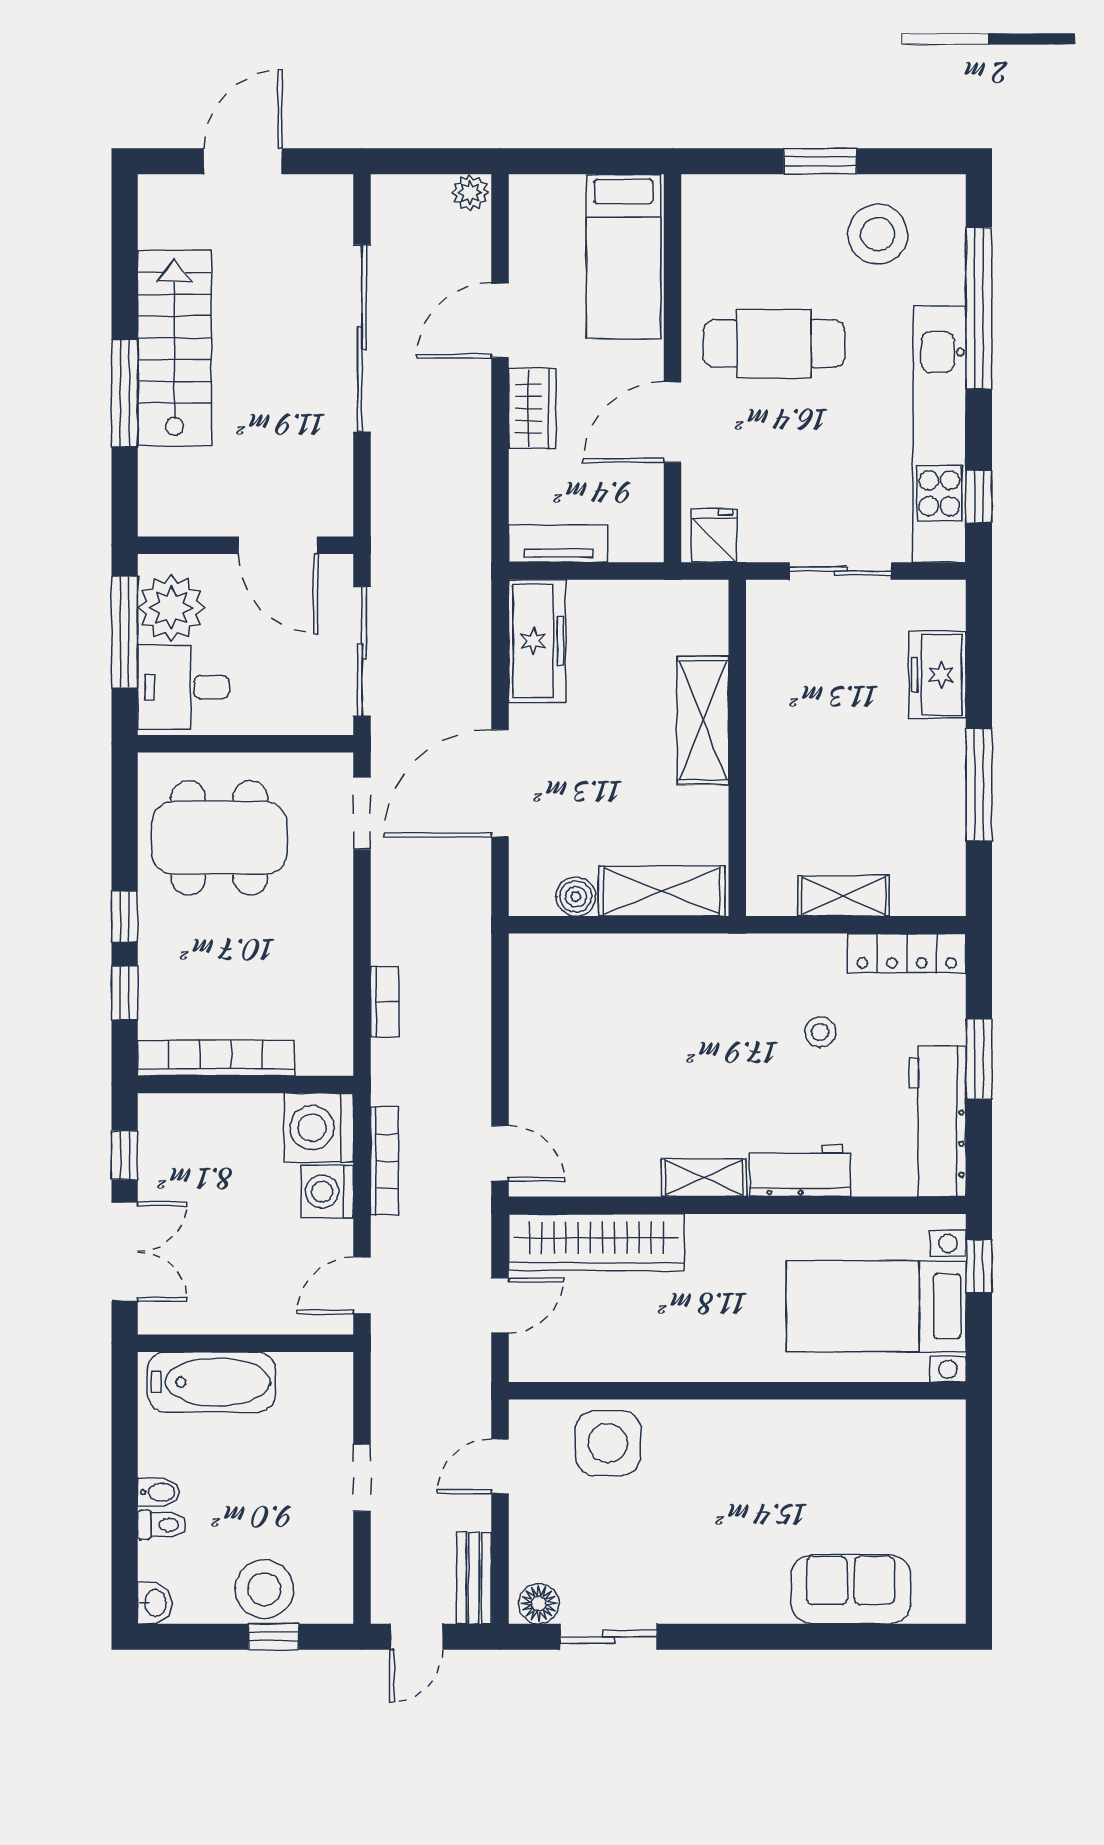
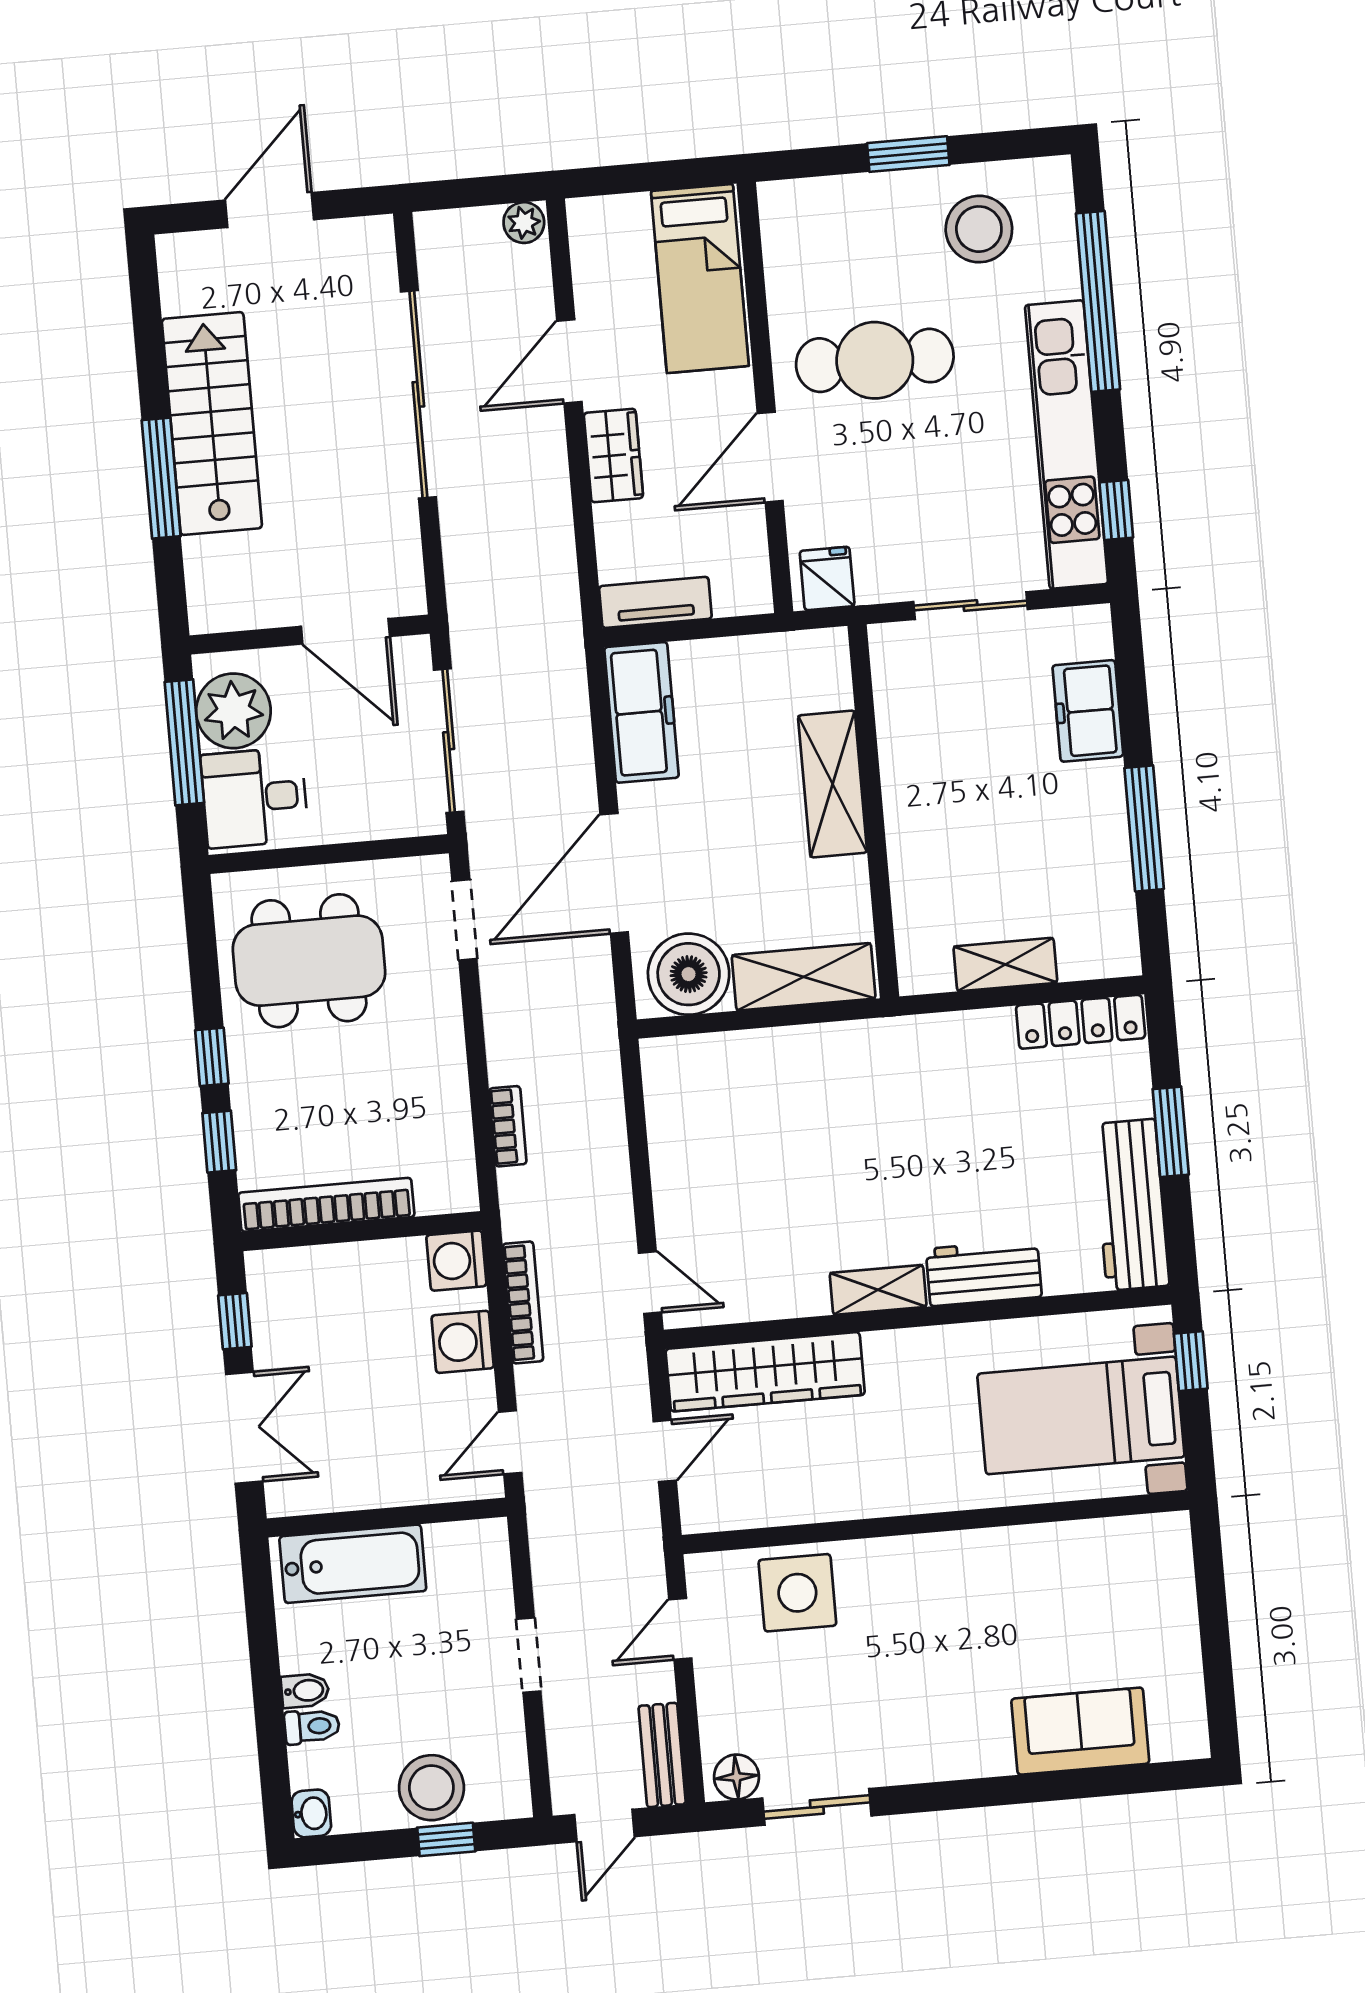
boiler: (576, 897) -> (689, 974), width x1.86, depth x1.86
stool: (820, 1032) -> (992, 1118), removed
washing machine: (319, 1128) -> (456, 1261), width x0.73, depth x0.73

